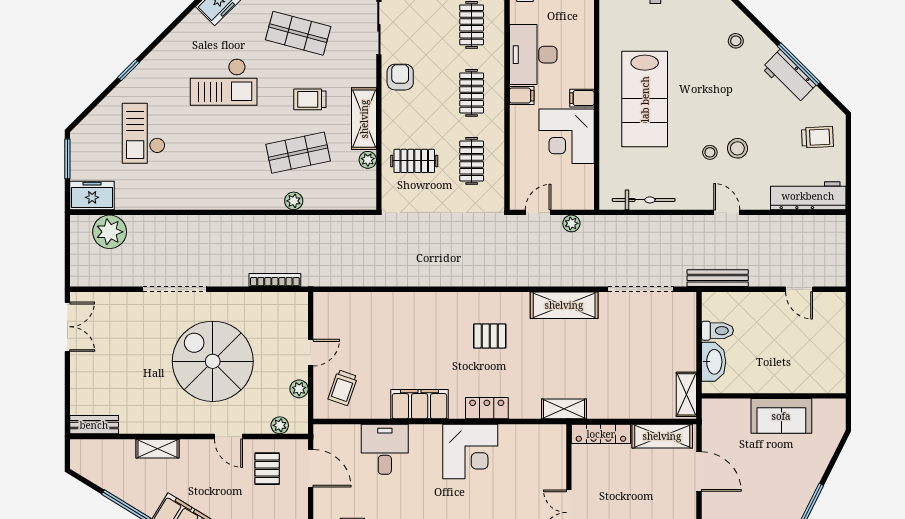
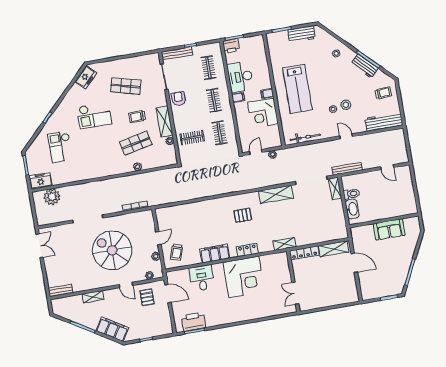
shelving: (686, 394) -> (335, 188), moved
corner desk: (470, 452) -> (244, 277), width x1.36, depth x1.36

